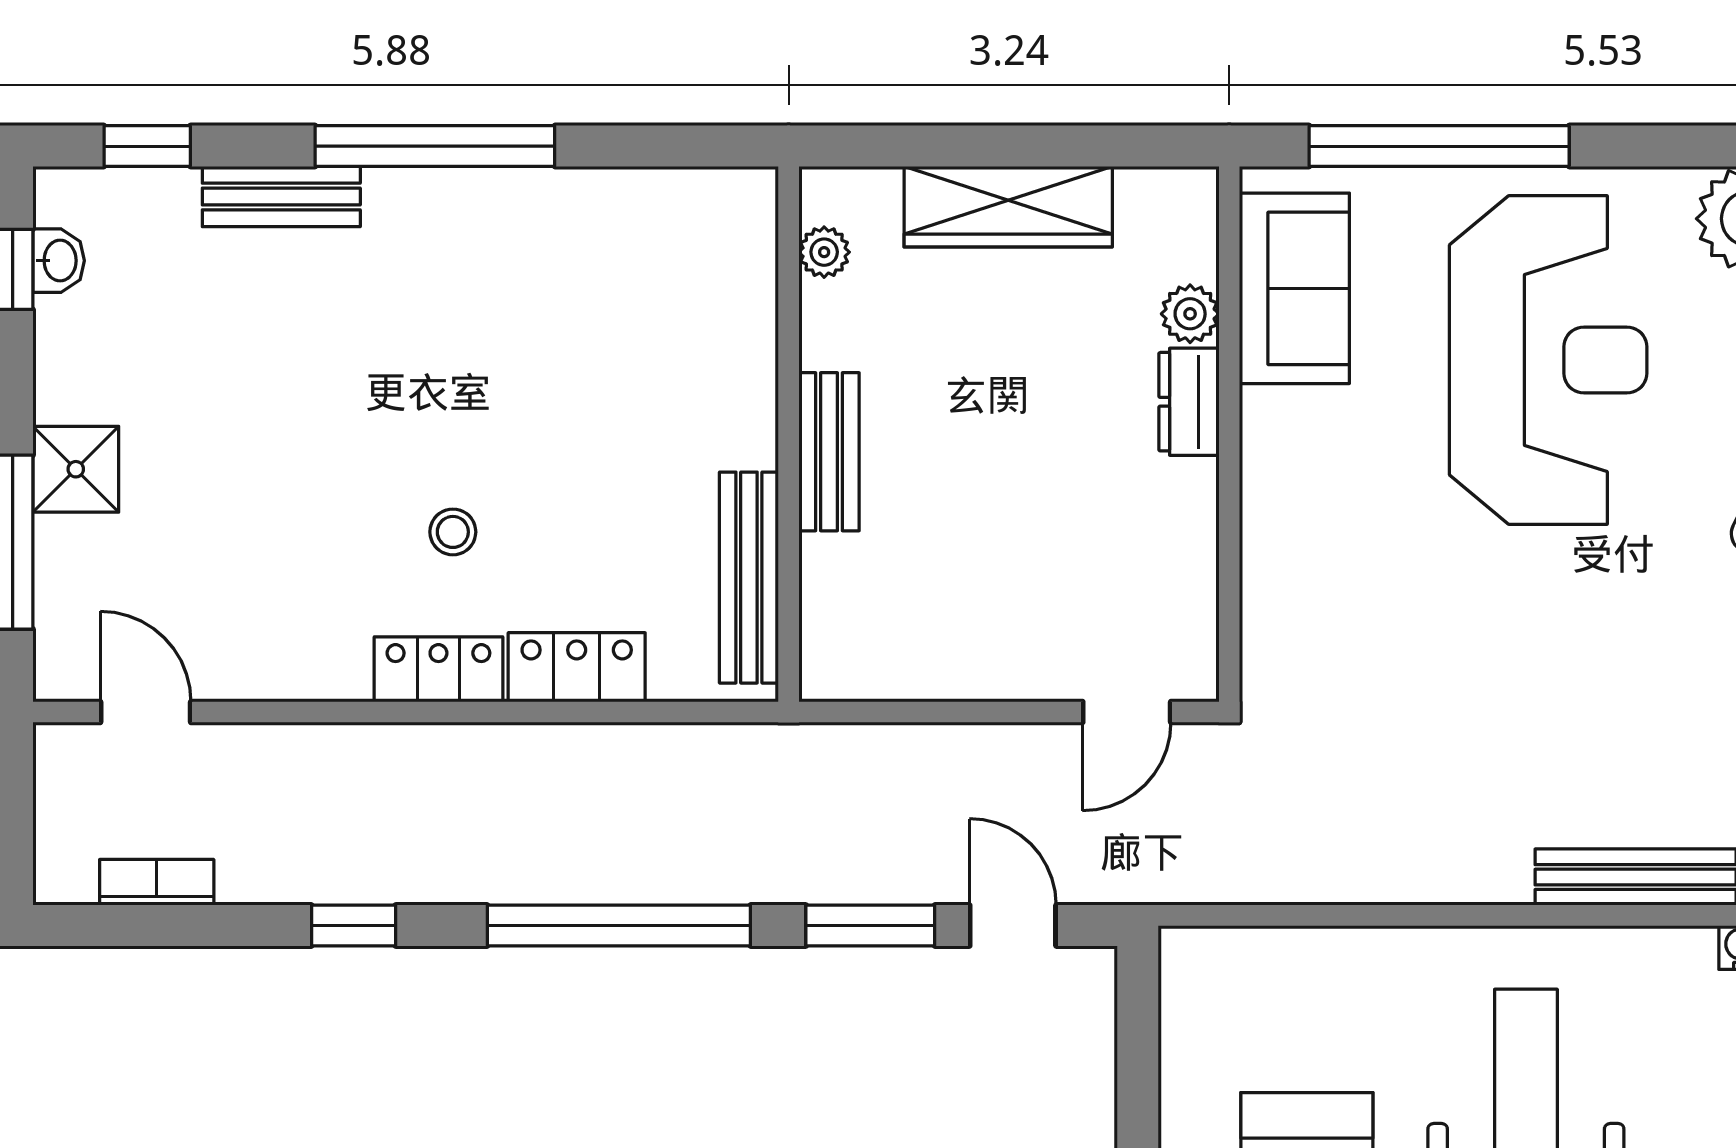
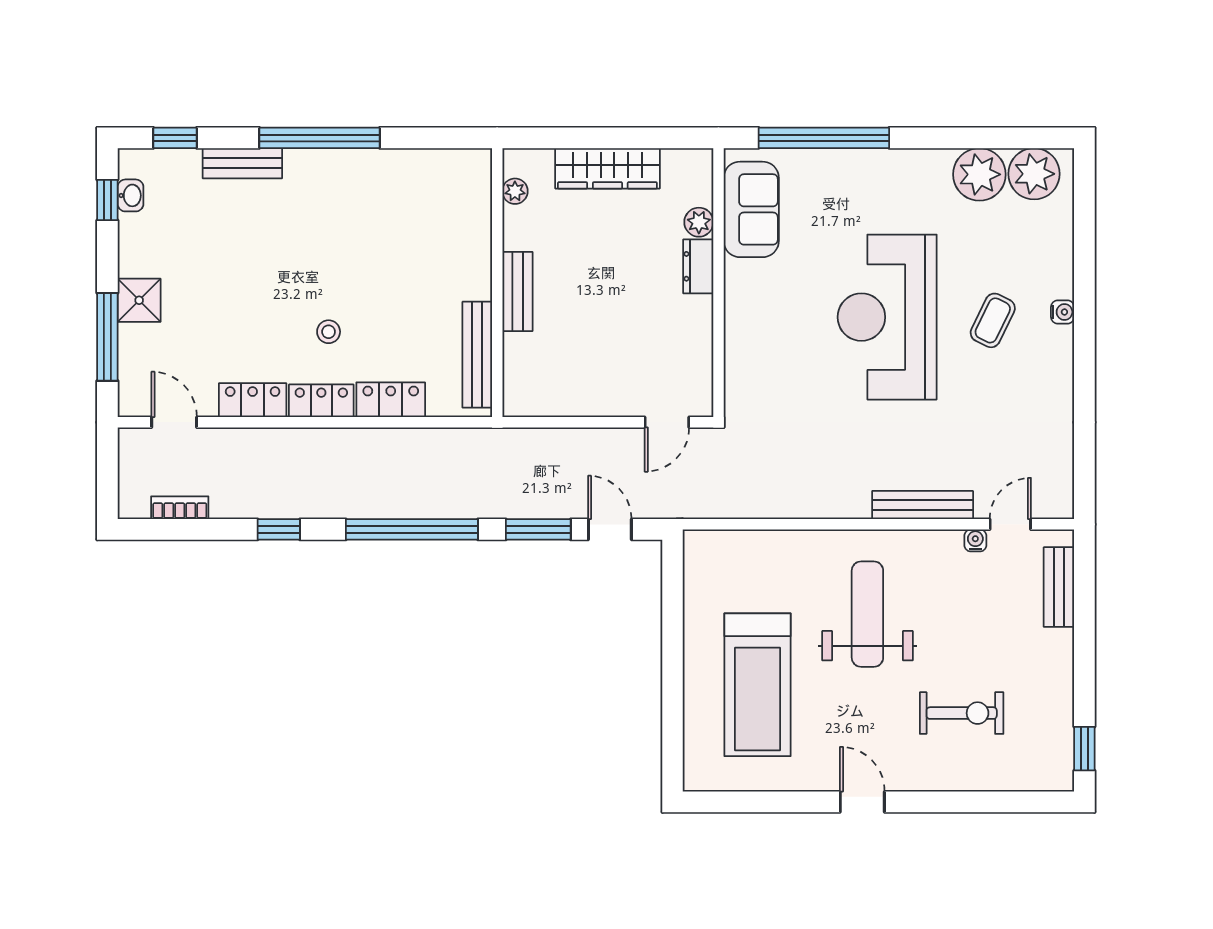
reception desk: (1548, 360) -> (887, 317), moved, turned 180
locker: (302, 668) -> (253, 400), added

